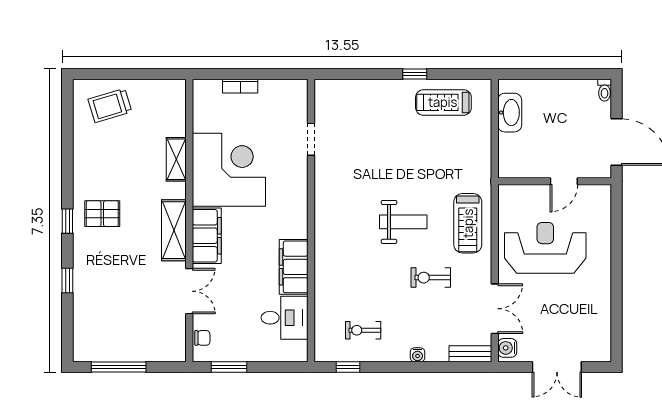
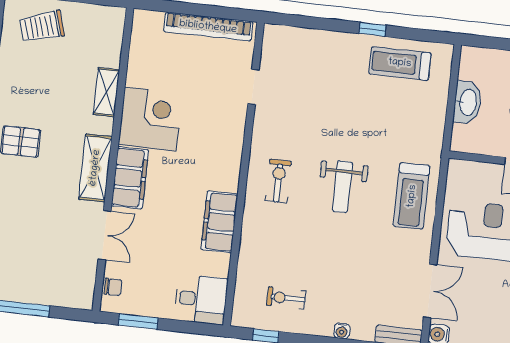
bookcase: (240, 86) -> (208, 27), width x2.31, depth x1.31
washbasin: (510, 113) -> (467, 102), moved
corner desk: (229, 170) -> (150, 119), width x0.74, depth x0.74
weight bench: (403, 222) -> (342, 187), turned 90
exercise bike: (431, 278) -> (278, 181), moved, turned 90
desk: (285, 318) -> (201, 299), moved

